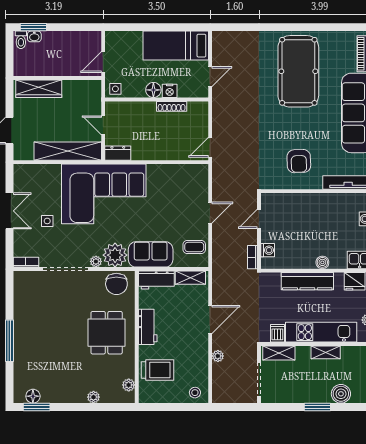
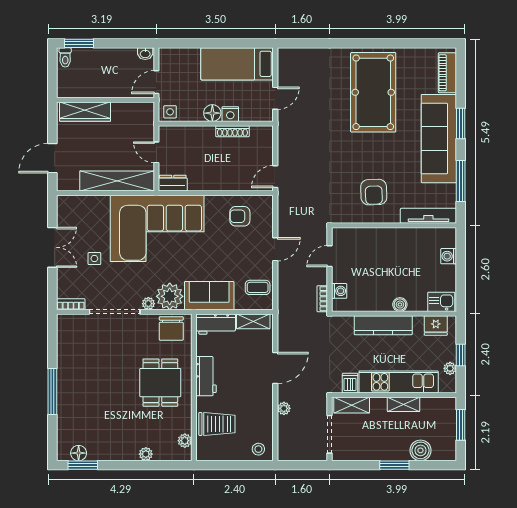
washbasin: (34, 36) -> (145, 54), moved
armchair: (178, 183) -> (240, 216), added

